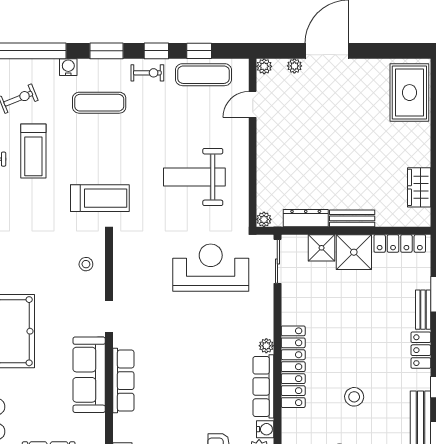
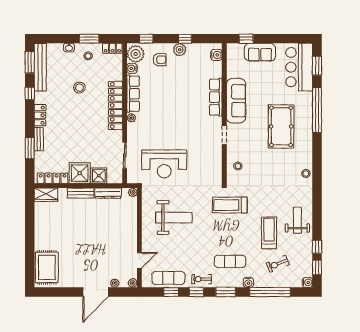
wardrobe: (419, 187) -> (46, 195), moved, turned 90
sliding door: (277, 261) -> (125, 155), moved

